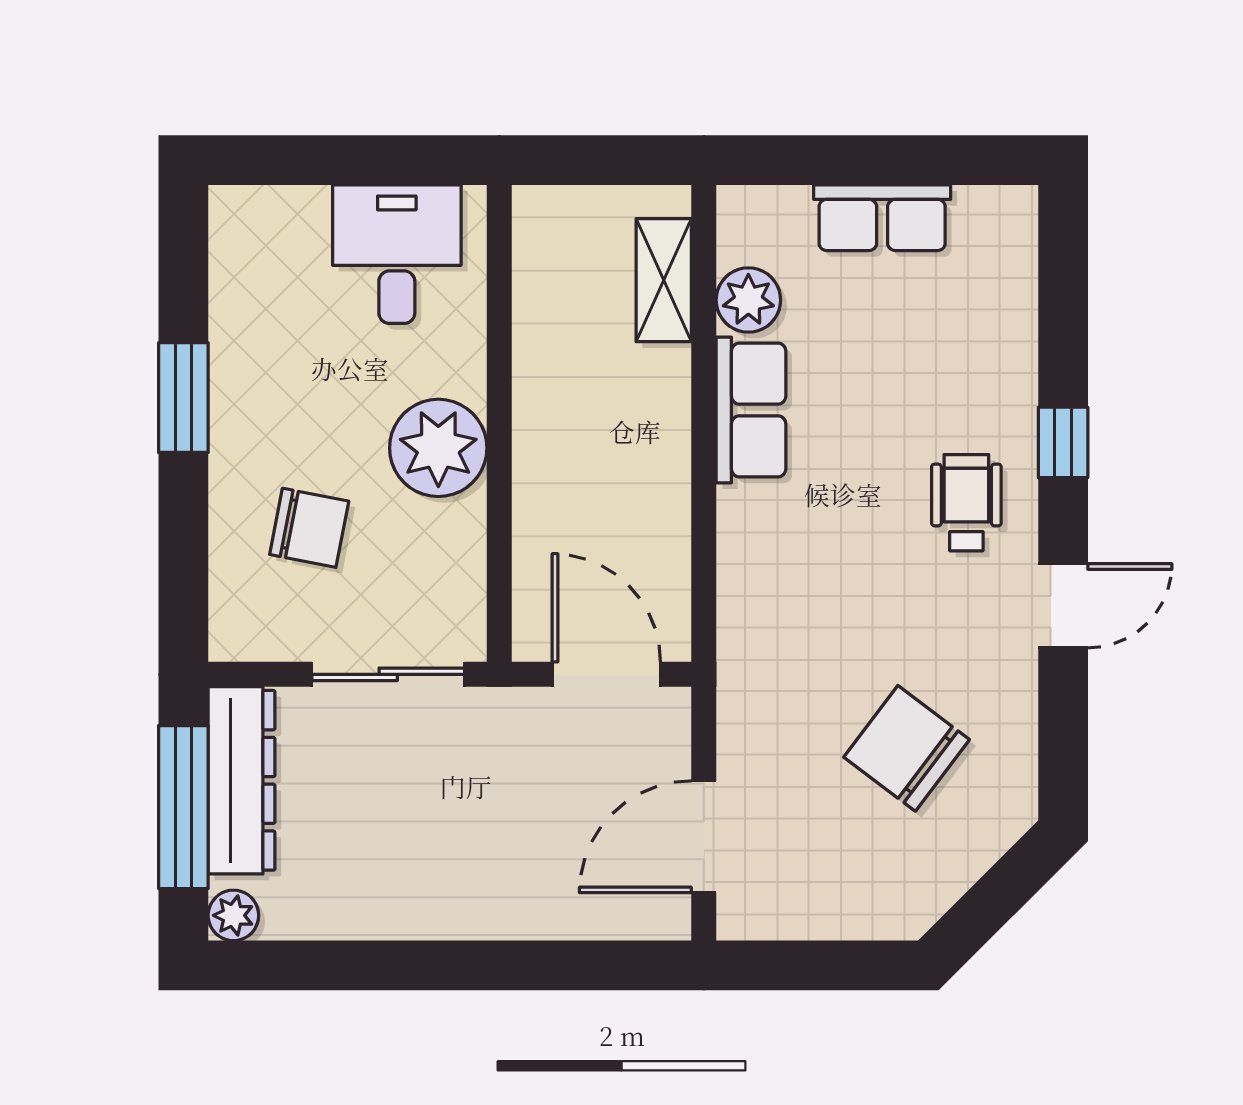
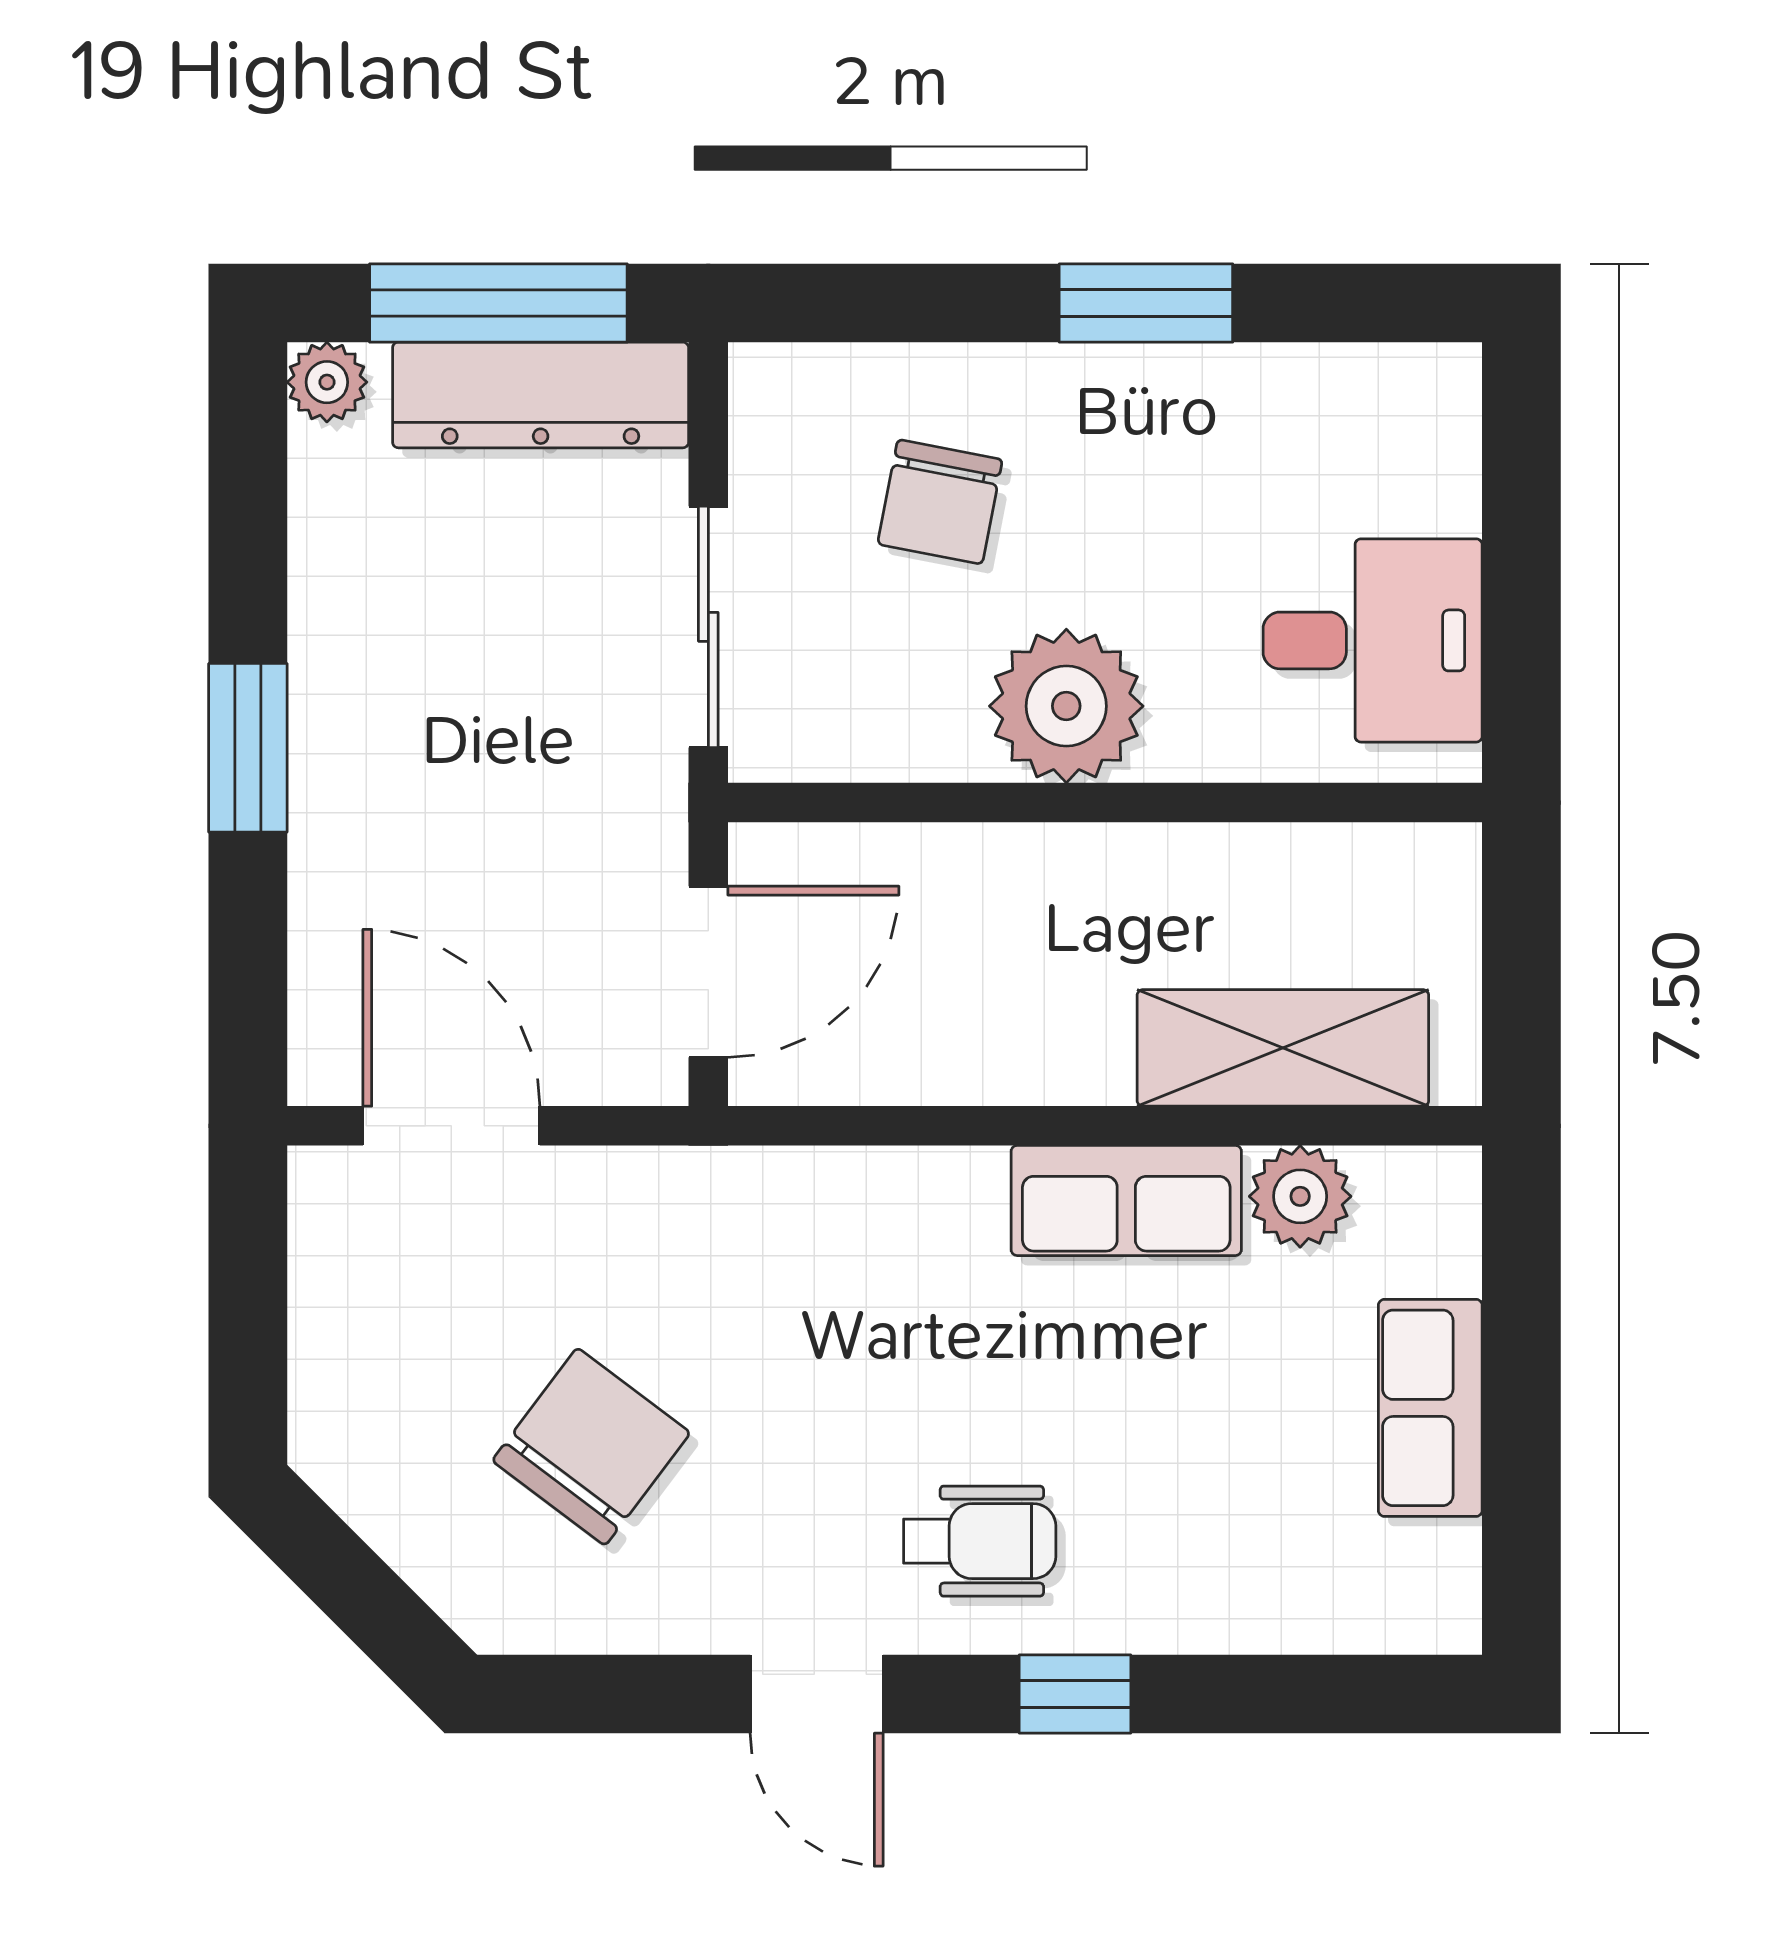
shelving: (664, 280) -> (1283, 1048), width x1.50, depth x1.33
window: (465, 965) -> (248, 748), added

